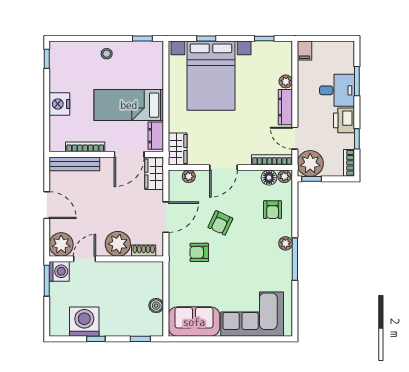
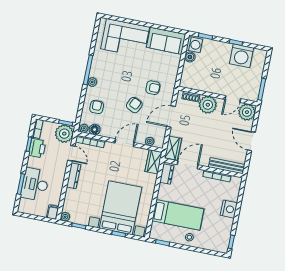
plant: (286, 81) -> (65, 217), moved
desk: (337, 90) -> (35, 184), width x1.37
bed: (129, 105) -> (178, 215), moved
printer: (344, 120) -> (37, 148), moved
washing machine: (59, 271) -> (194, 45), moved, turned 180

